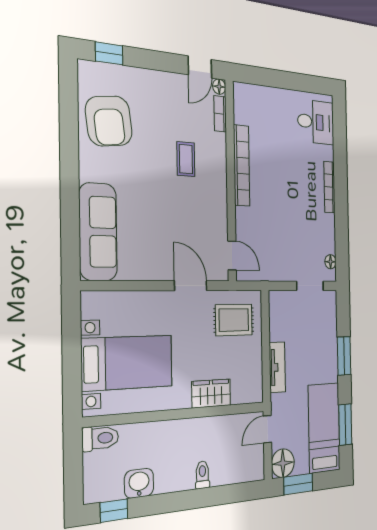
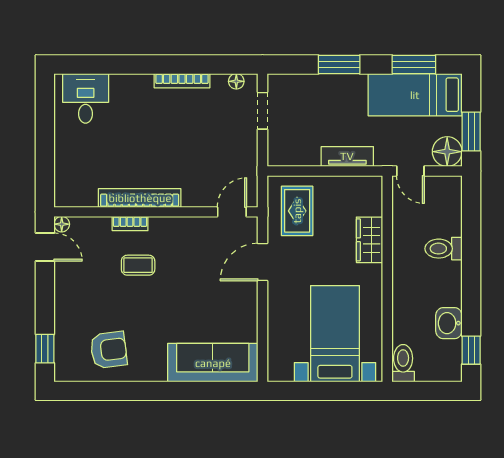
bookcase: (220, 114) -> (130, 223), moved
armchair: (109, 121) -> (109, 350), width x0.73, depth x0.73
bookcase: (330, 187) -> (182, 81), moved
toilet: (202, 475) -> (444, 249), width x1.37, depth x1.39

